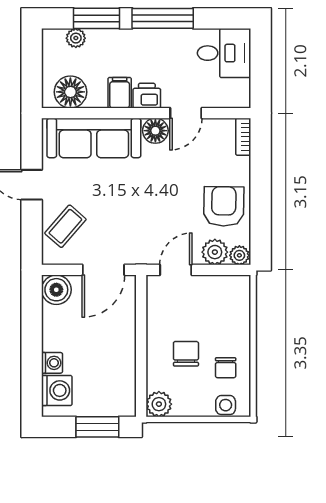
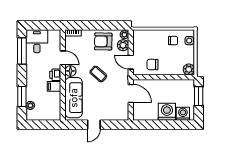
window: (163, 18) -> (22, 51), moved
floor lamp: (70, 92) -> (54, 108), removed
coffee table: (65, 226) -> (98, 74), moved
boiler: (56, 290) -> (139, 114), removed
chair: (186, 354) -> (152, 64), moved
washing machine: (52, 363) -> (167, 112), width x1.89, depth x1.89

